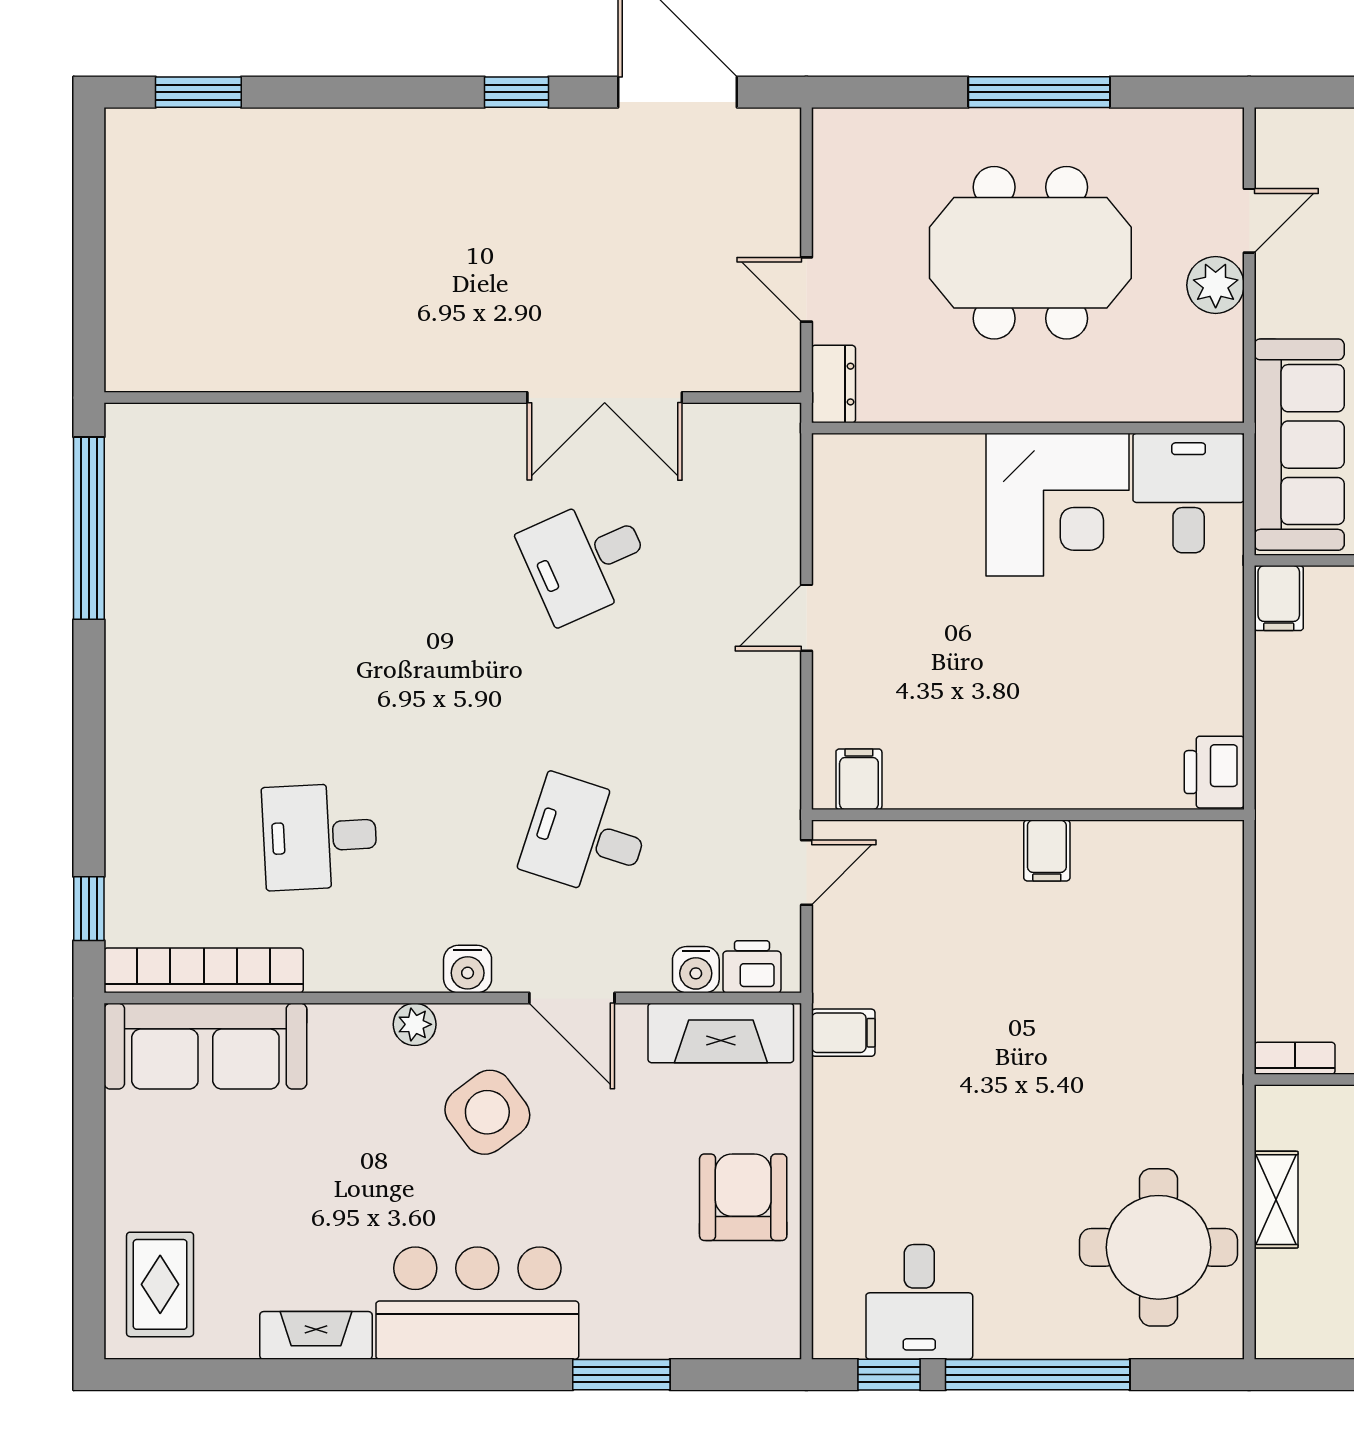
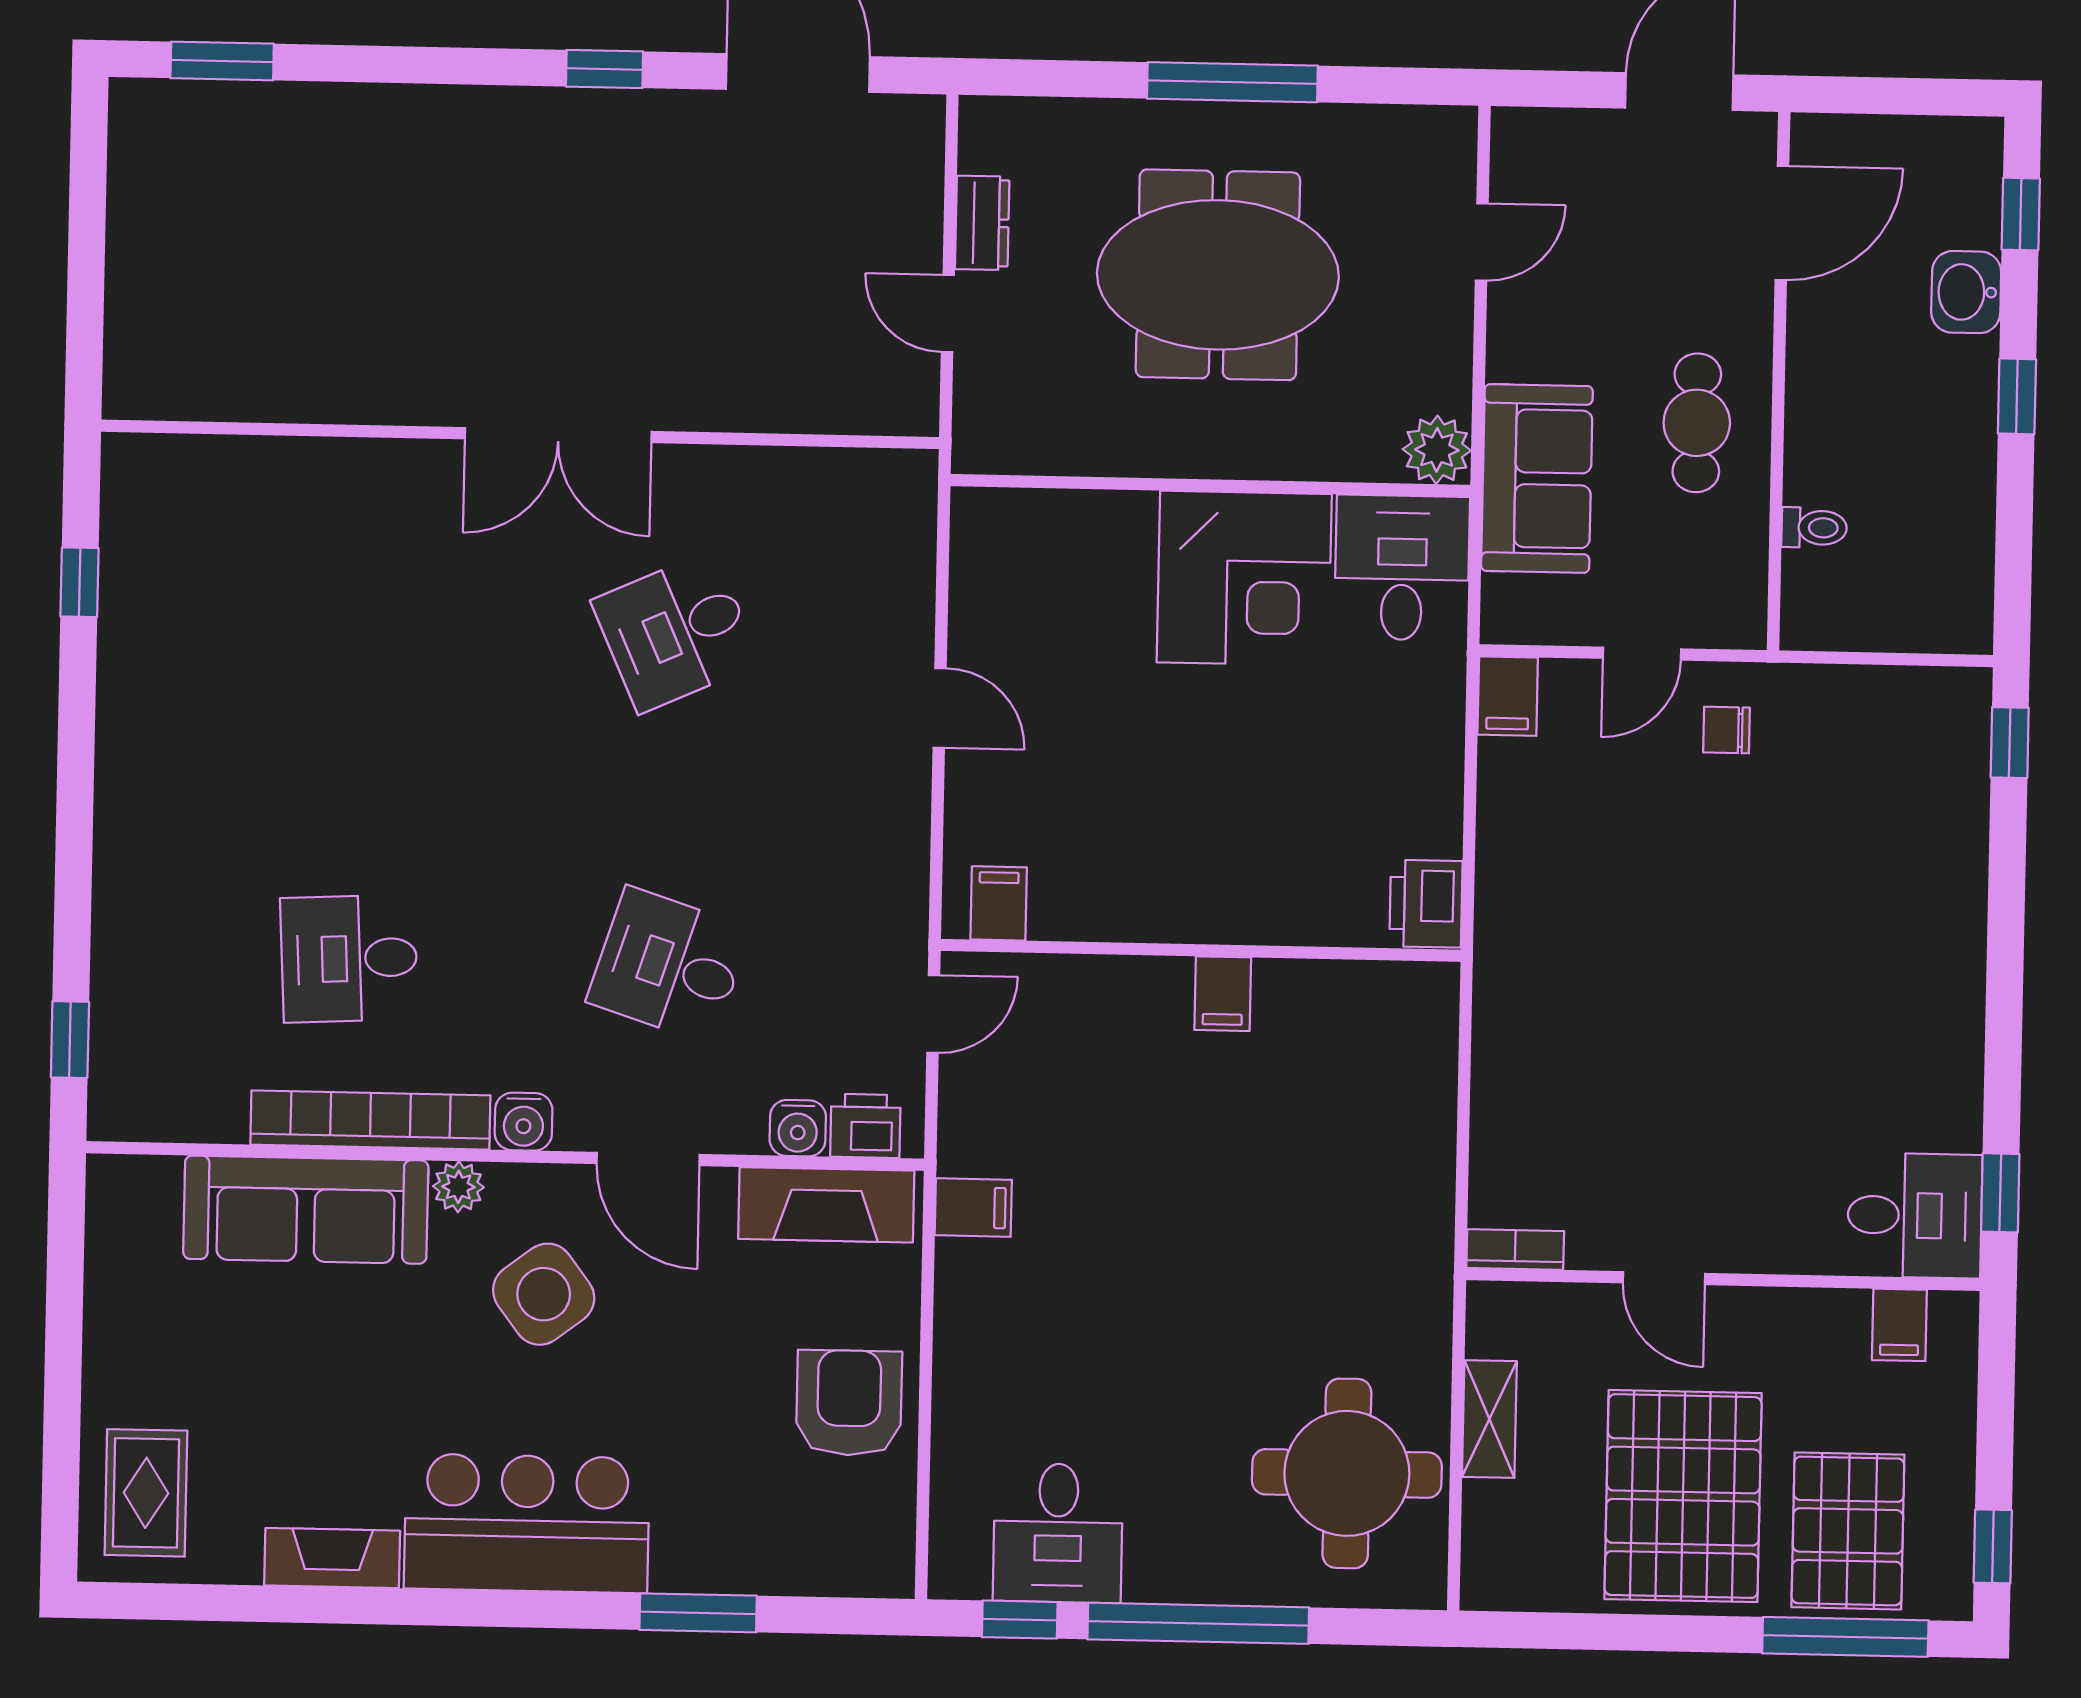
plant: (1216, 285) -> (1437, 450), moved
dresser: (833, 384) -> (982, 223), moved
double door: (605, 398) -> (558, 435), moved
sofa: (1299, 445) -> (1537, 479), width x0.73
window: (89, 528) -> (80, 582), width x0.32
door: (806, 618) -> (940, 708), swing flipped
bookcase: (204, 970) -> (370, 1120), moved
sofa: (205, 1046) -> (306, 1210), moved

